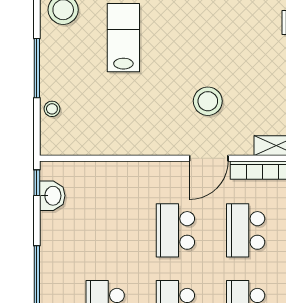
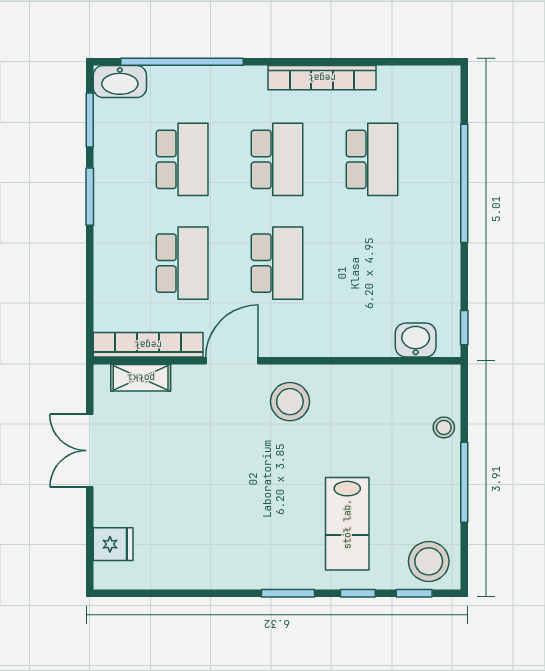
stool: (208, 101) -> (290, 402), moved
washbasin: (52, 196) -> (416, 340), moved, turned 90

